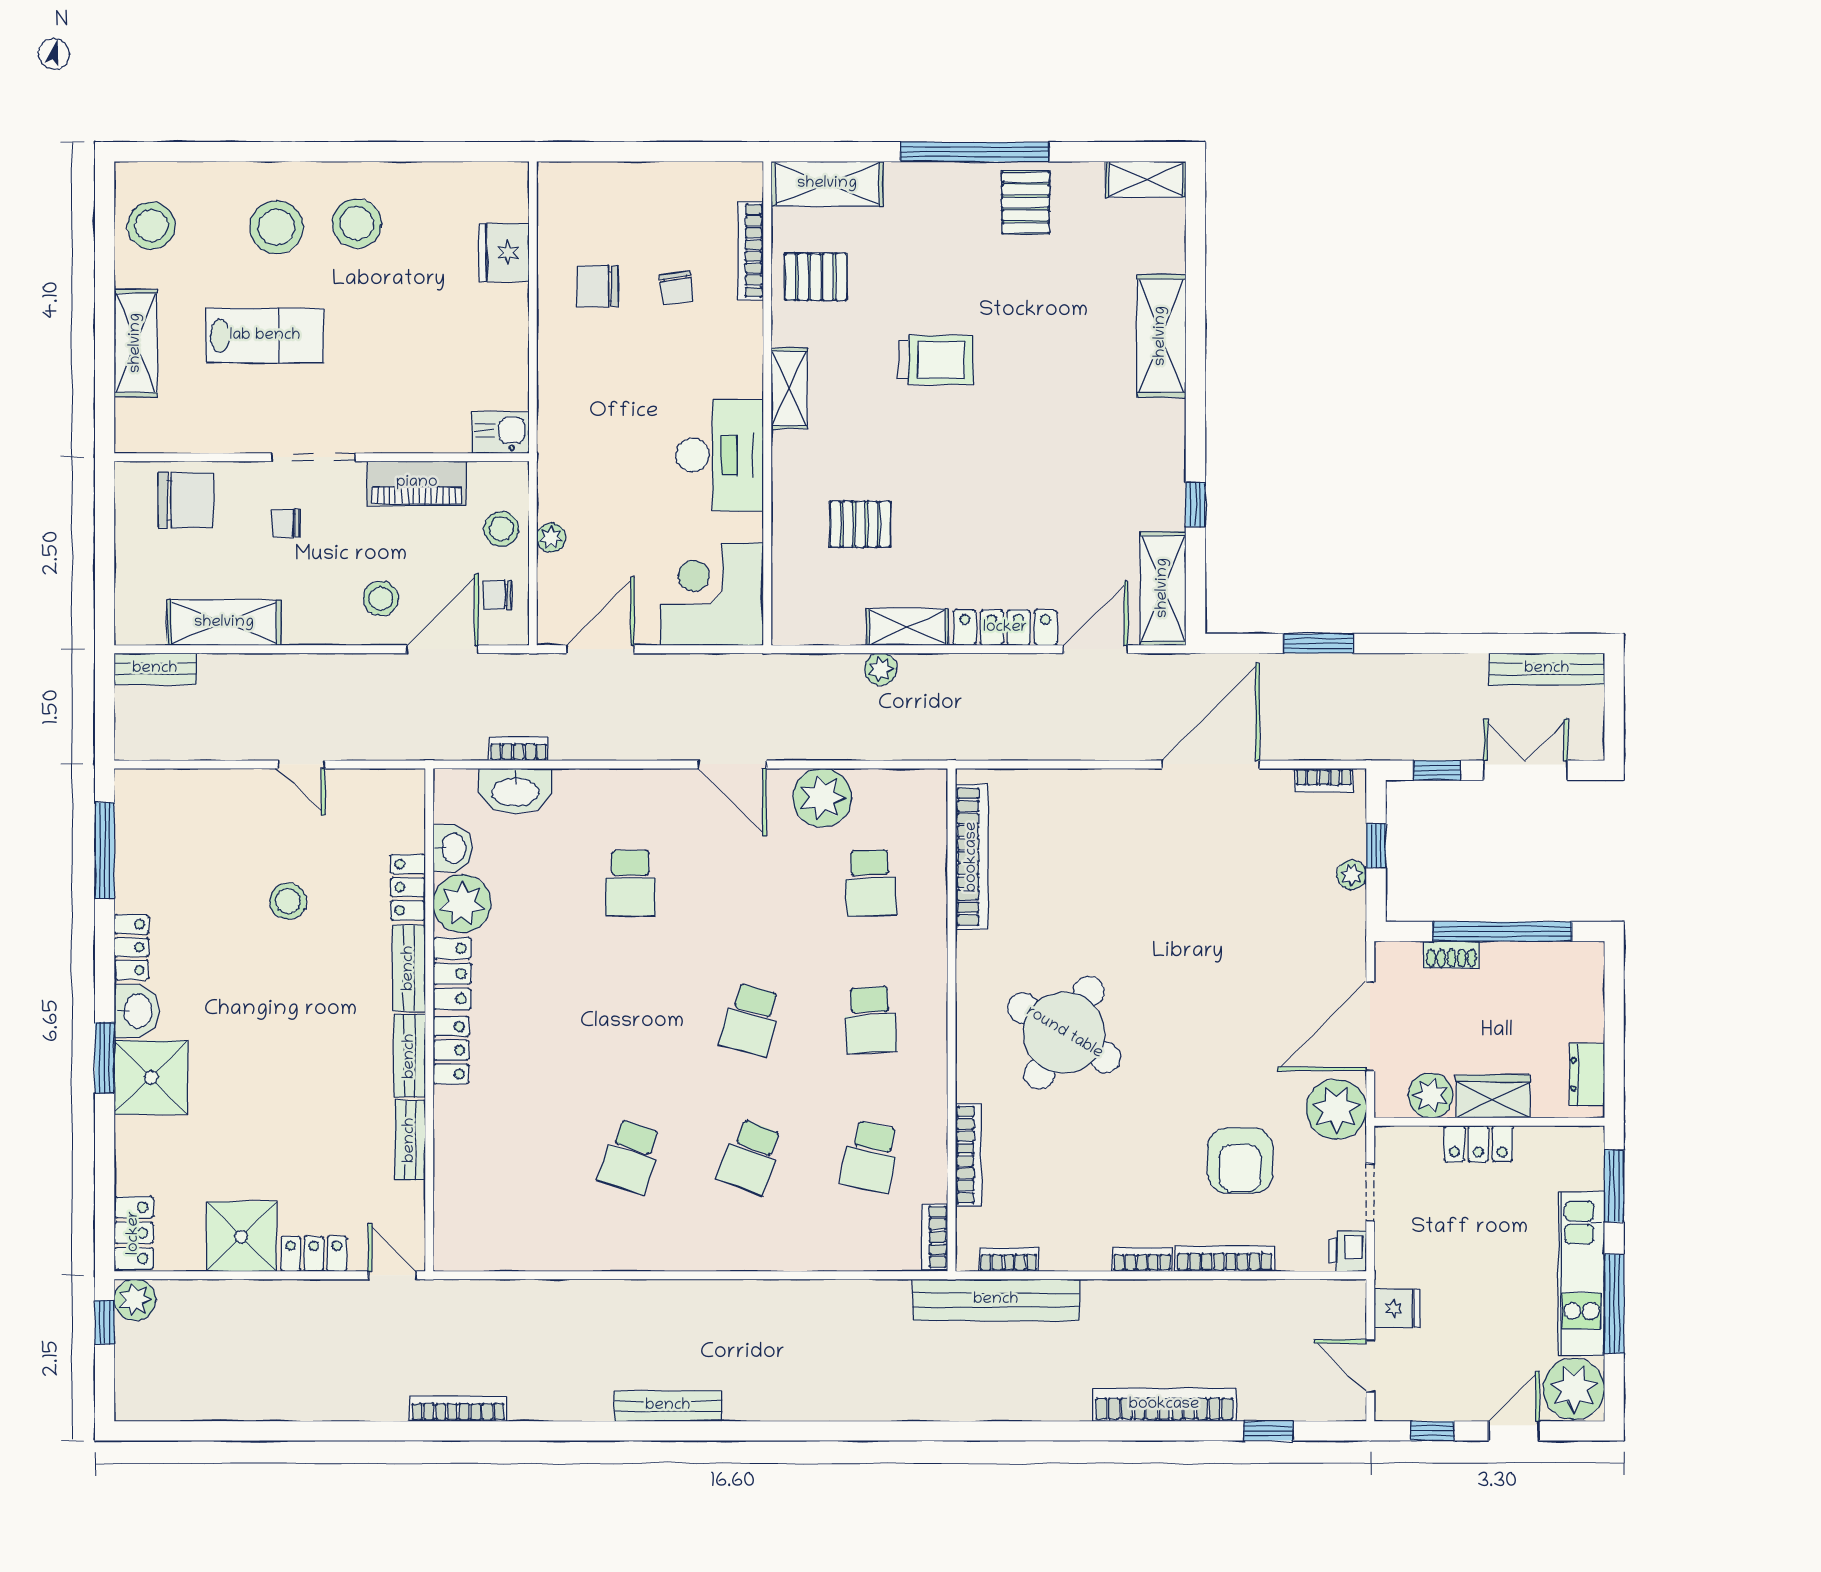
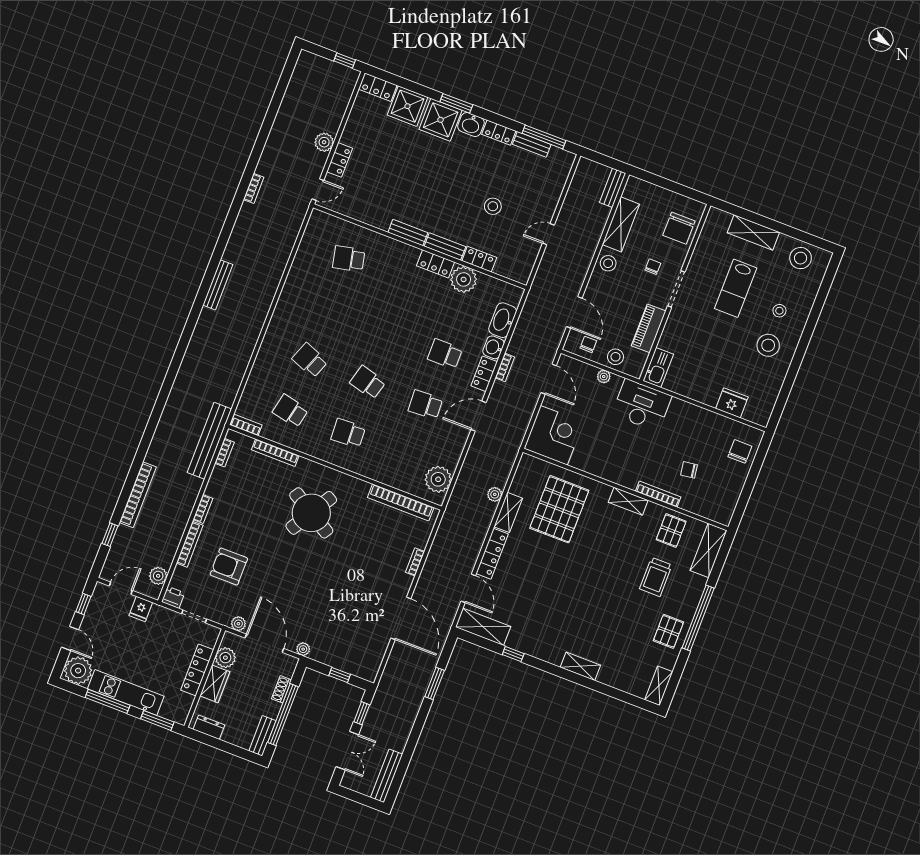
pallet: (1026, 203) -> (668, 631), turned 90
stool: (277, 227) -> (779, 311), width x0.53, depth x0.53
bookcase: (751, 251) -> (658, 494), moved
chair: (598, 286) -> (740, 451), moved
shelving: (1161, 336) -> (580, 666), width x0.67, depth x0.75
trolley: (936, 360) -> (656, 577), moved
kitchen sink: (500, 432) -> (658, 367), width x1.38
desk: (720, 455) -> (642, 405), moved, turned 180
pallet: (860, 524) -> (559, 509), width x2.05, depth x2.00
stool: (381, 599) -> (608, 263), moved
bookcase: (519, 749) -> (505, 367), moved
bookcase: (1324, 780) -> (415, 562), moved
plant: (822, 798) -> (438, 479), moved
washbasin: (453, 848) -> (493, 347), moved, turned 90
plant: (1352, 875) -> (303, 649), moved
school desk: (870, 883) -> (425, 405), moved
bench: (1562, 957) -> (262, 736), added
locker: (451, 1050) -> (484, 374), moved, turned 90
plant: (1336, 1109) -> (238, 624), width x0.53, depth x0.53
bench: (410, 1140) -> (532, 144), moved
locker: (1478, 1144) -> (197, 670), width x1.53
school desk: (630, 1157) -> (349, 259), moved, turned -30
shower: (241, 1237) -> (407, 106), moved
plant: (1315, 1299) -> (158, 576), added
plant: (135, 1300) -> (324, 142), moved
bookcase: (458, 1409) -> (254, 188), width x0.64

